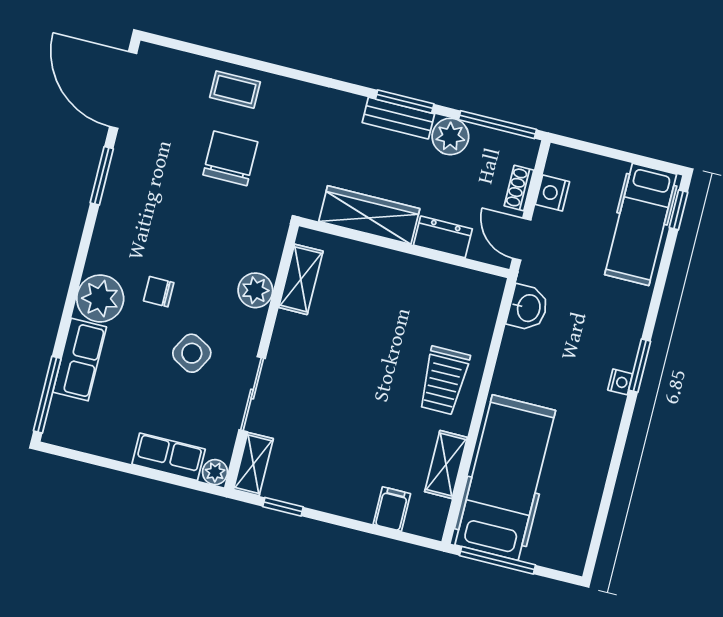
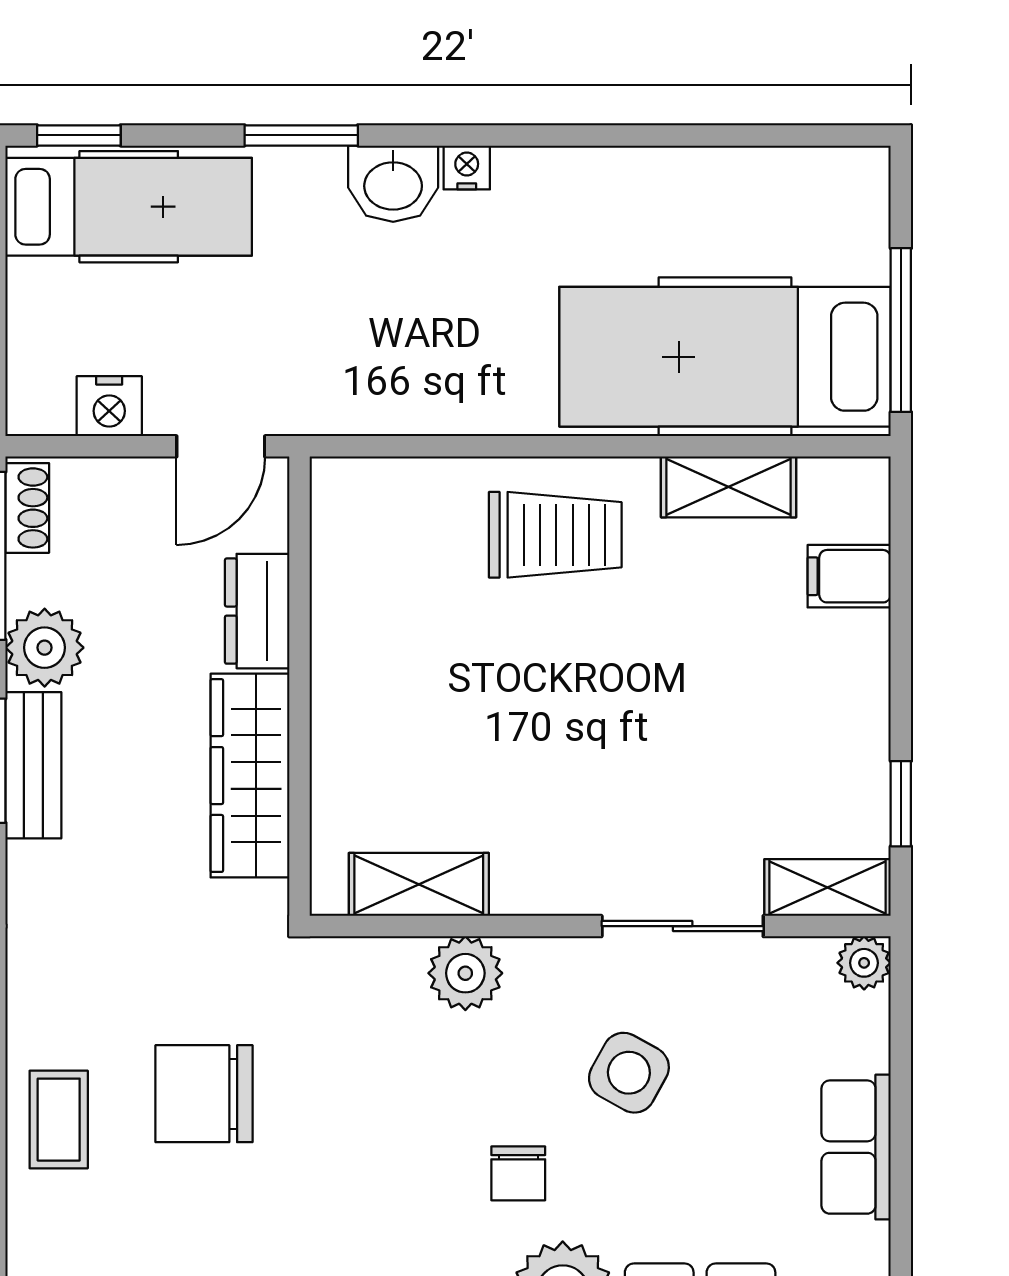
shoe rack: (519, 188) -> (27, 508), moved, turned -90
washbasin: (528, 308) -> (393, 184), moved, turned 180
window: (640, 366) -> (301, 135), moved
row of seats: (169, 457) -> (856, 1147), moved

